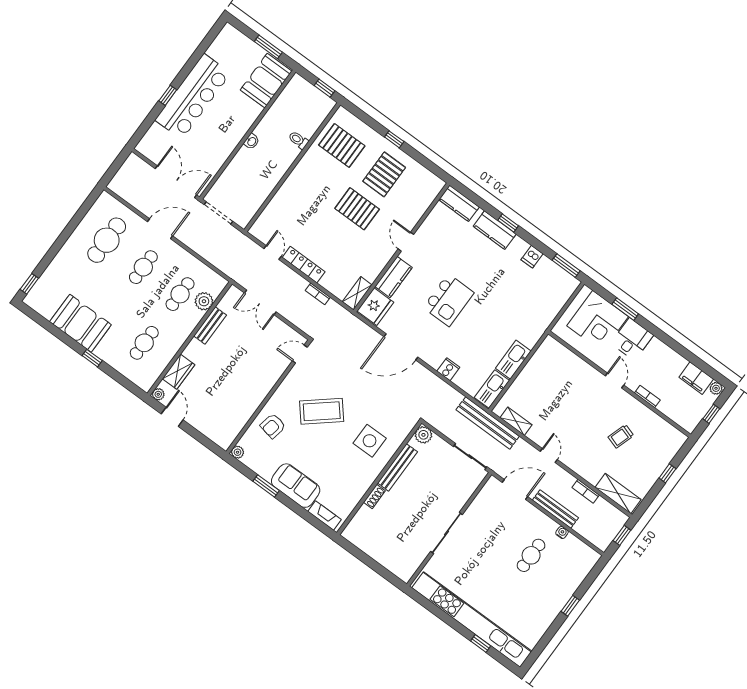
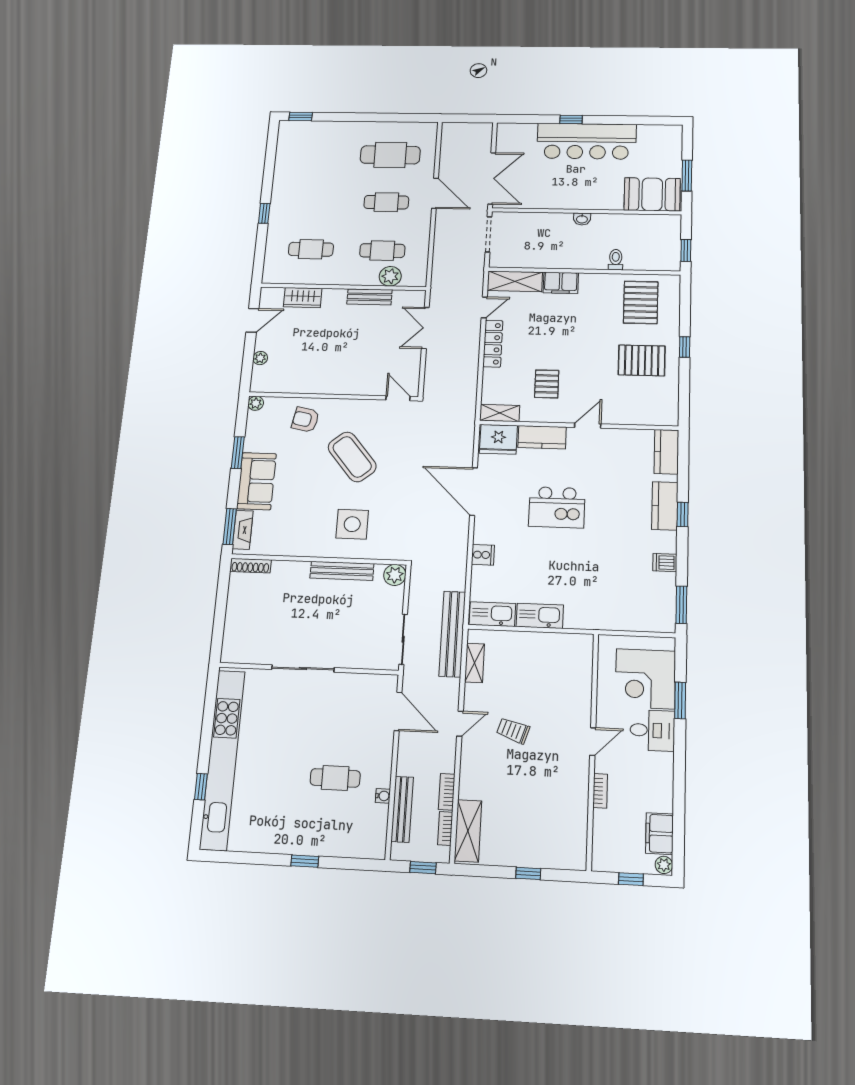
filing cabinet: (290, 189) -> (561, 283), added
pallet: (357, 209) -> (547, 384), moved, width x0.67, depth x0.71
shelving: (267, 219) -> (515, 281), added
bookcase: (318, 294) -> (445, 828), moved
booth: (80, 323) -> (292, 182), removed
plant: (158, 394) -> (260, 358), moved
trolley: (621, 436) -> (513, 731), moved
shoe rack: (374, 496) -> (250, 566), moved, width x1.43
bench: (555, 509) -> (402, 809), moved
window: (316, 523) -> (230, 527), added

